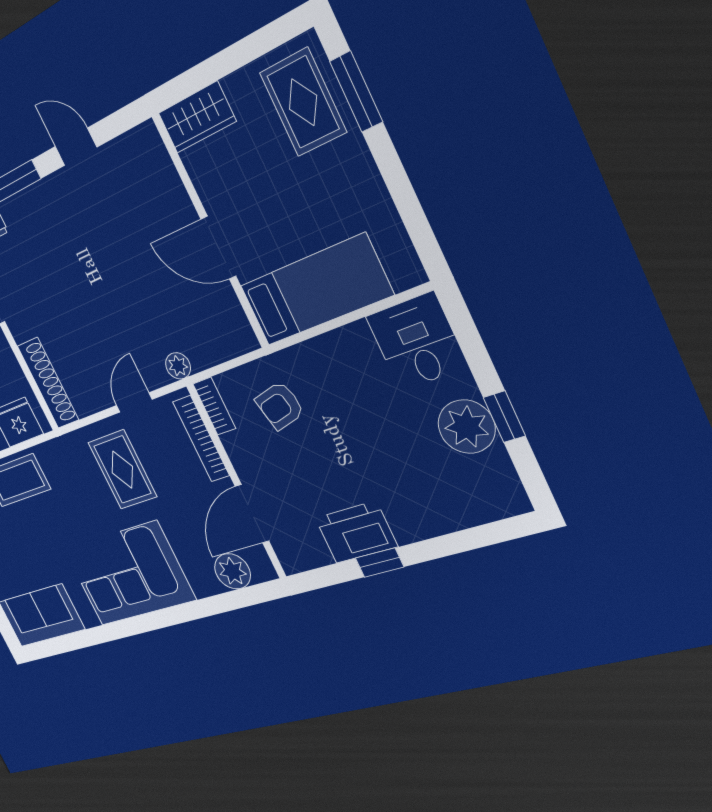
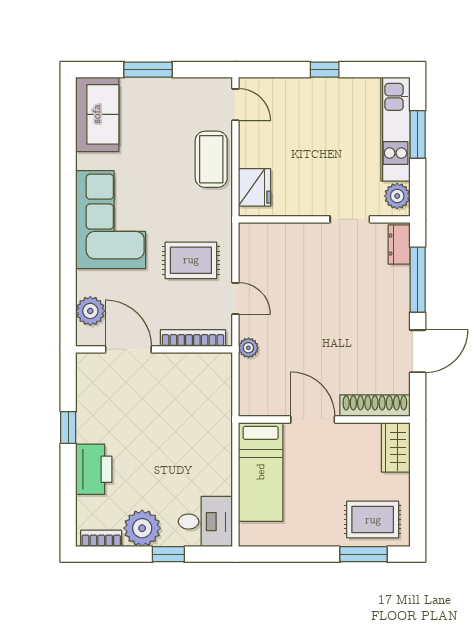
door: (76, 147) -> (418, 351), width x1.38
door: (218, 248) -> (313, 419), hinge flipped
shoe rack: (48, 383) -> (375, 406), moved, turned 180
bookcase: (214, 406) -> (101, 538), moved, turned 180
armchair: (280, 406) -> (196, 410), removed
window: (504, 417) -> (168, 554), moved
printer: (356, 532) -> (94, 469), moved

